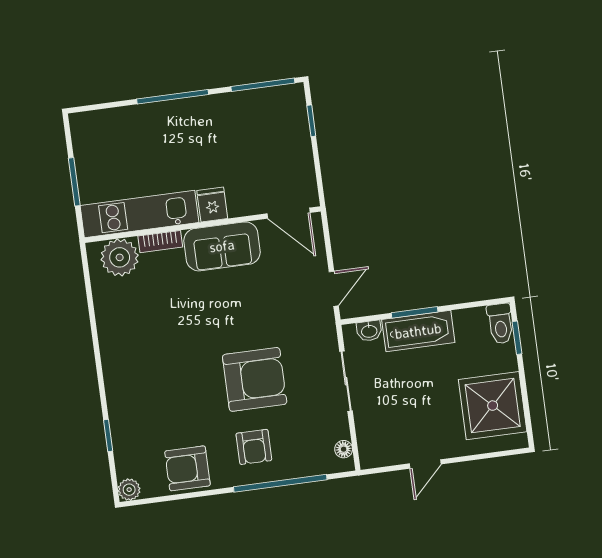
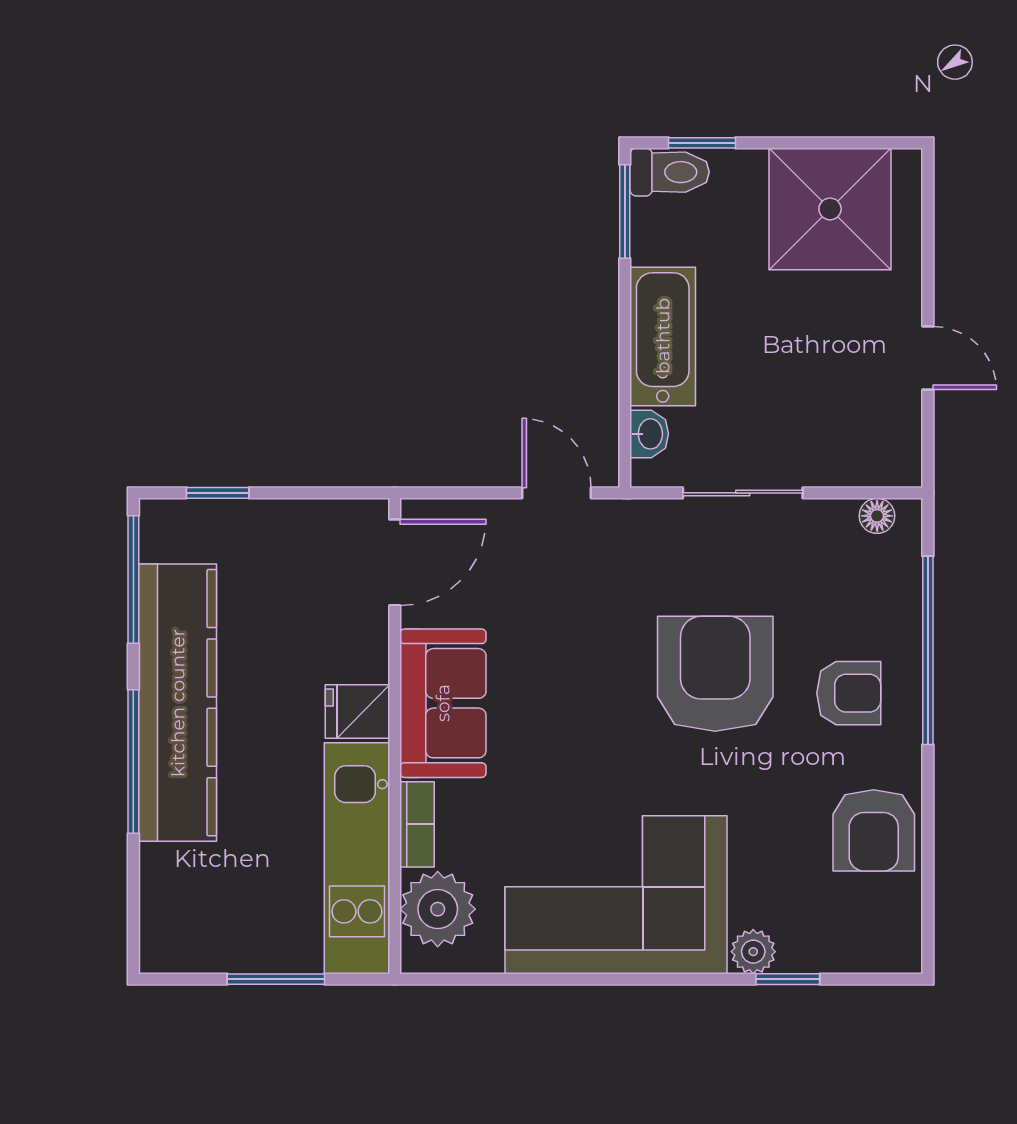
kitchen counter: (205, 115) -> (178, 703), added
window: (415, 312) -> (625, 212), moved
corner sofa: (139, 345) -> (616, 895), added
plant: (129, 490) -> (753, 952), moved

